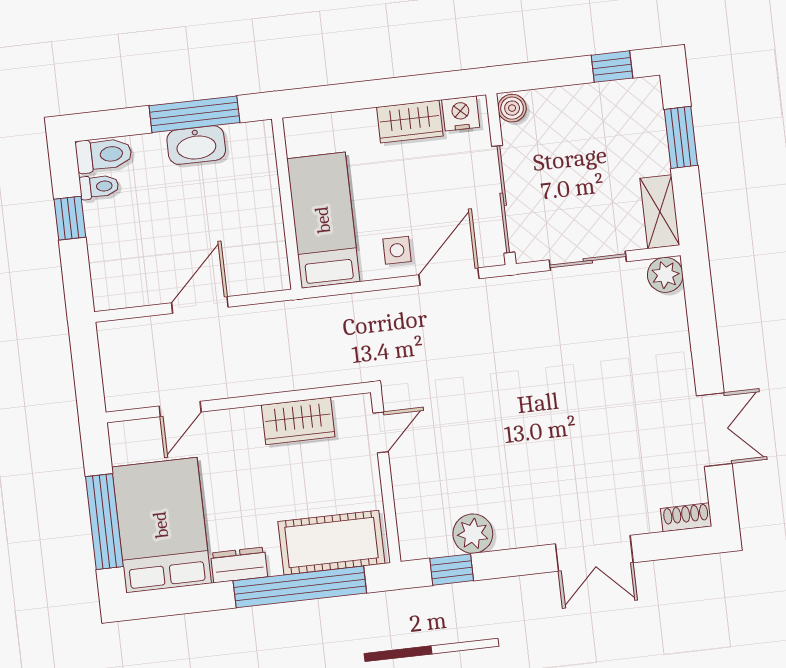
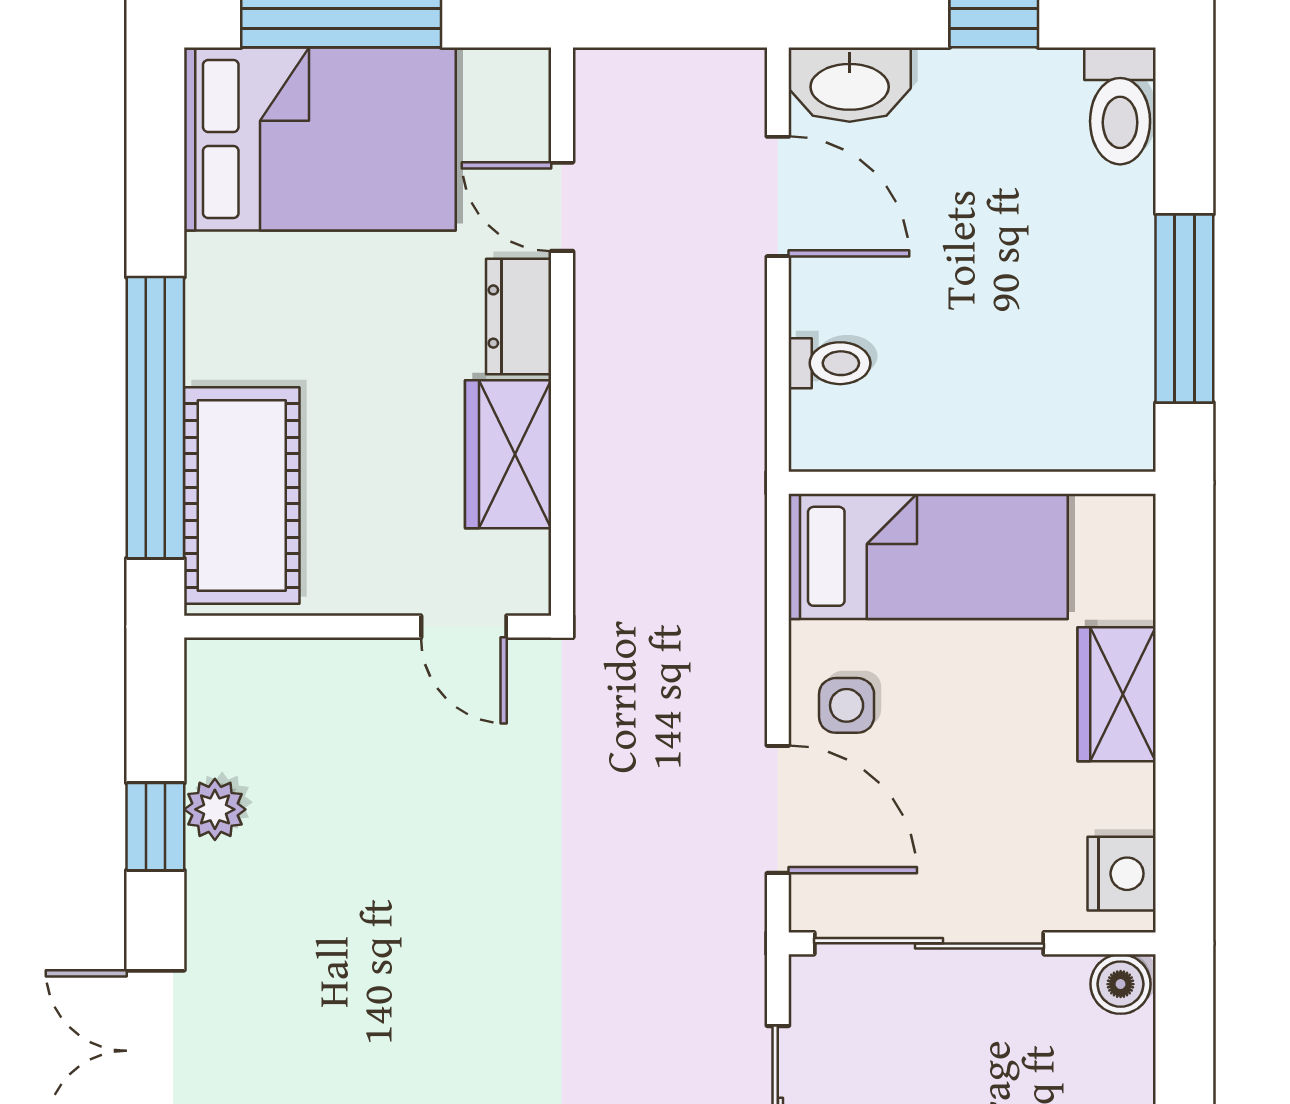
wardrobe: (410, 122) -> (1117, 694), moved
washbasin: (196, 145) -> (850, 85), moved, turned -90
toilet: (99, 187) -> (829, 363), moved, turned -90
door: (200, 305) -> (778, 196), moved
plant: (473, 534) -> (215, 809), width x0.73, depth x0.73
dresser: (239, 565) -> (519, 317), moved, turned 180
window: (452, 570) -> (155, 827), moved

